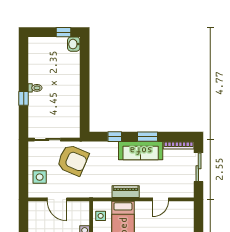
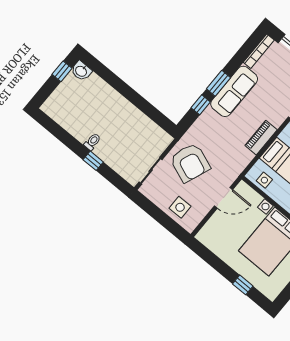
window: (148, 137) -> (219, 83), moved
armchair: (73, 160) -> (190, 163), turned 88
door: (57, 199) -> (224, 198), moved

